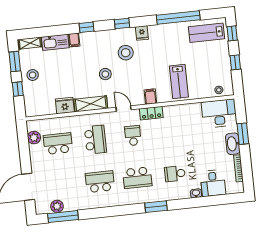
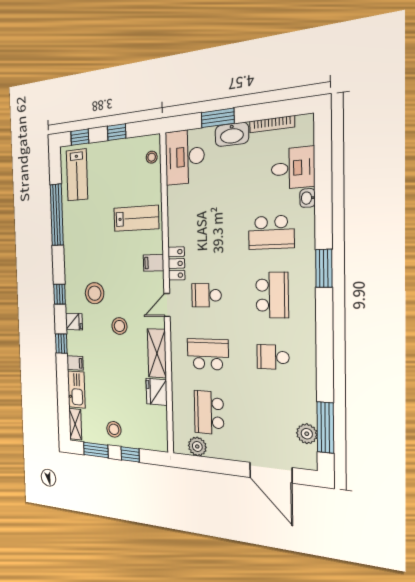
fridge: (142, 33) -> (74, 322), moved
school desk: (175, 174) -> (271, 232), width x1.85
school desk: (100, 182) -> (273, 357), width x0.54

